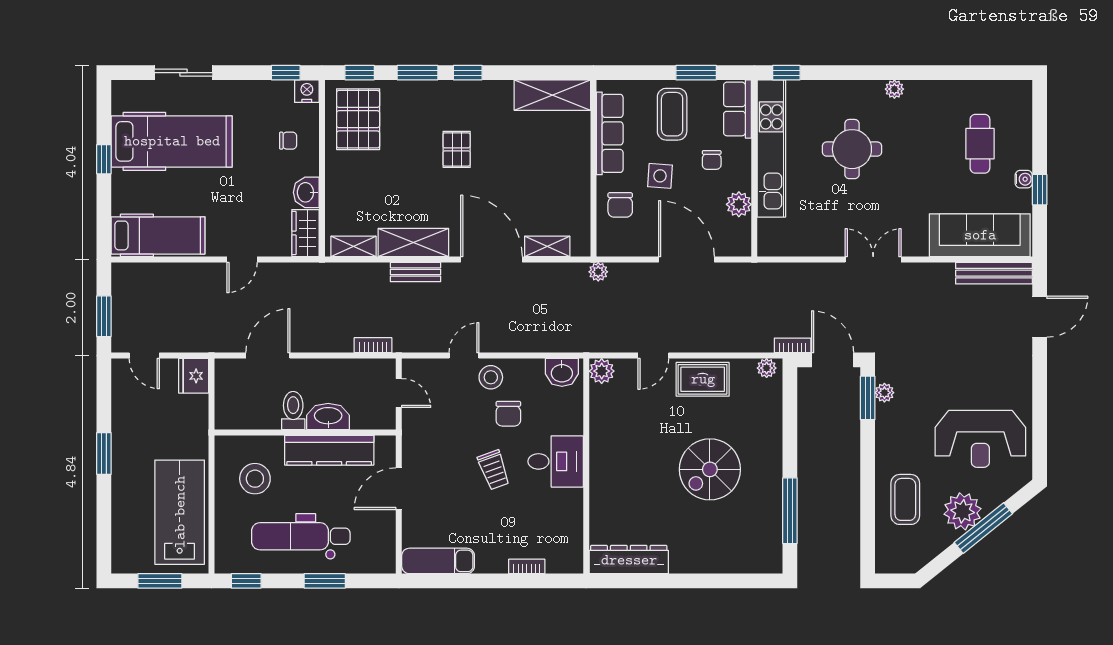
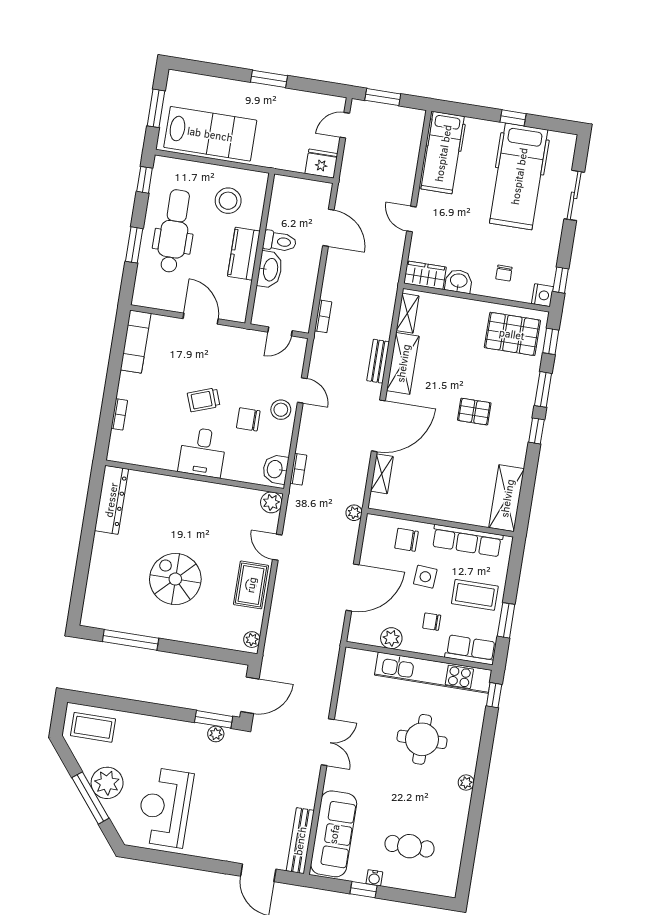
bookcase: (793, 345) -> (298, 469), moved
kitchen counter: (329, 450) -> (244, 254), width x0.67
coffee table: (905, 499) -> (93, 727), moved

